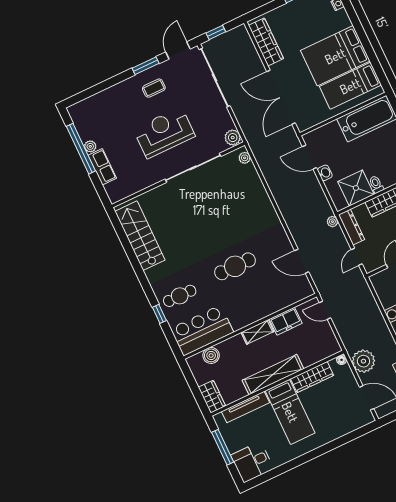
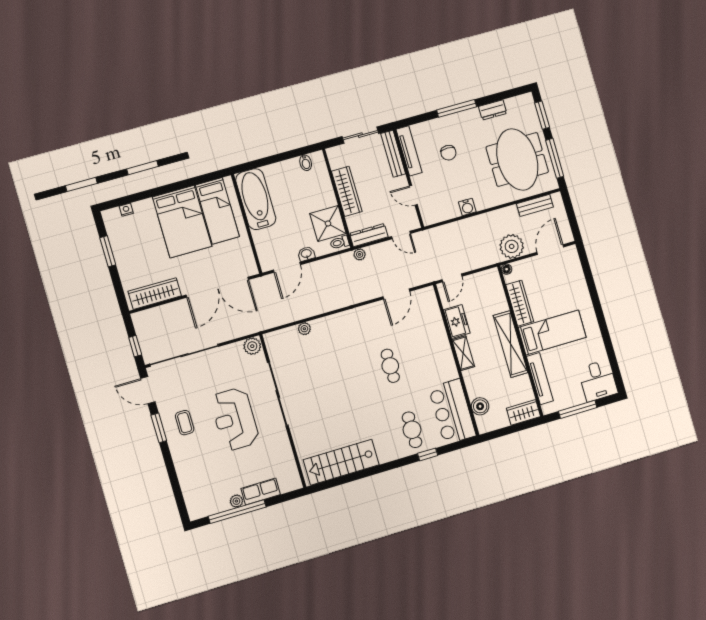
plant: (245, 158) -> (304, 329), moved
toilet: (376, 184) -> (340, 242), moved
cafe table: (235, 266) -> (390, 366), width x0.73, depth x0.74

